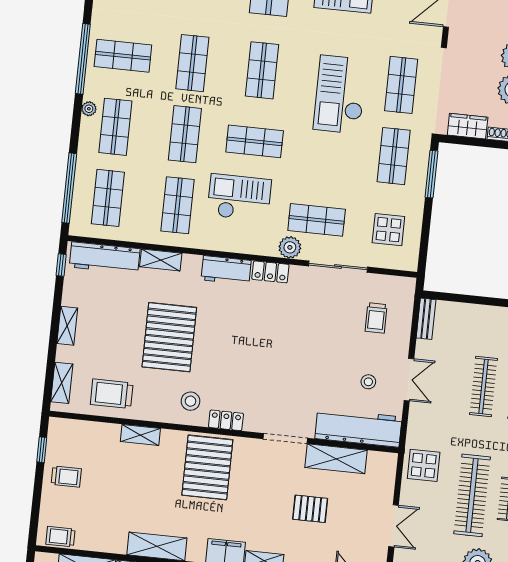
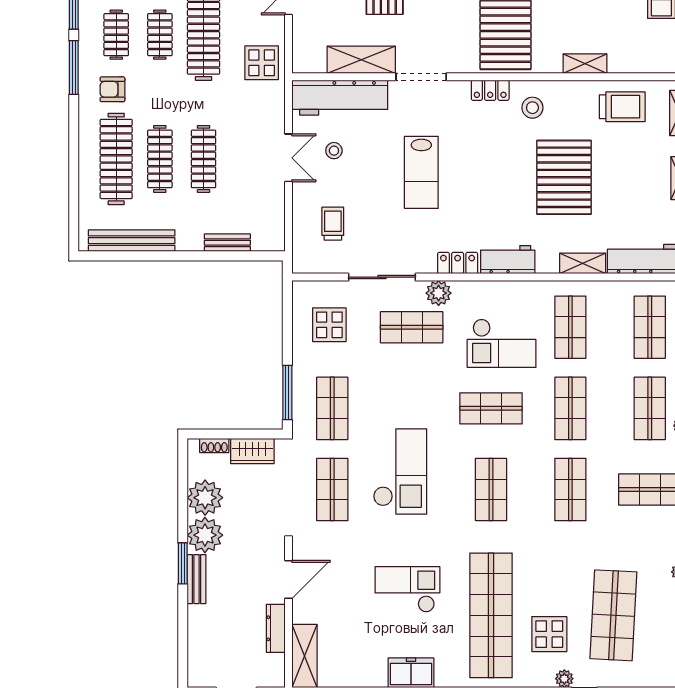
bench: (426, 319) -> (227, 243), moved, turned 90
lab bench: (294, 355) -> (421, 172), added
double door: (409, 380) -> (288, 158), swing flipped

